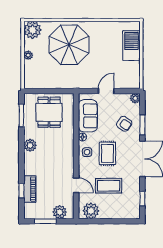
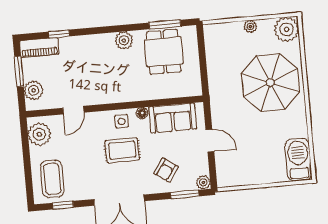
barbecue: (131, 45) -> (298, 160), moved, turned -90
dining table: (49, 112) -> (164, 52), moved, turned 90
window: (142, 125) -> (185, 194), moved
coffee table: (109, 186) -> (52, 179), moved
piano: (30, 189) -> (39, 48), moved

